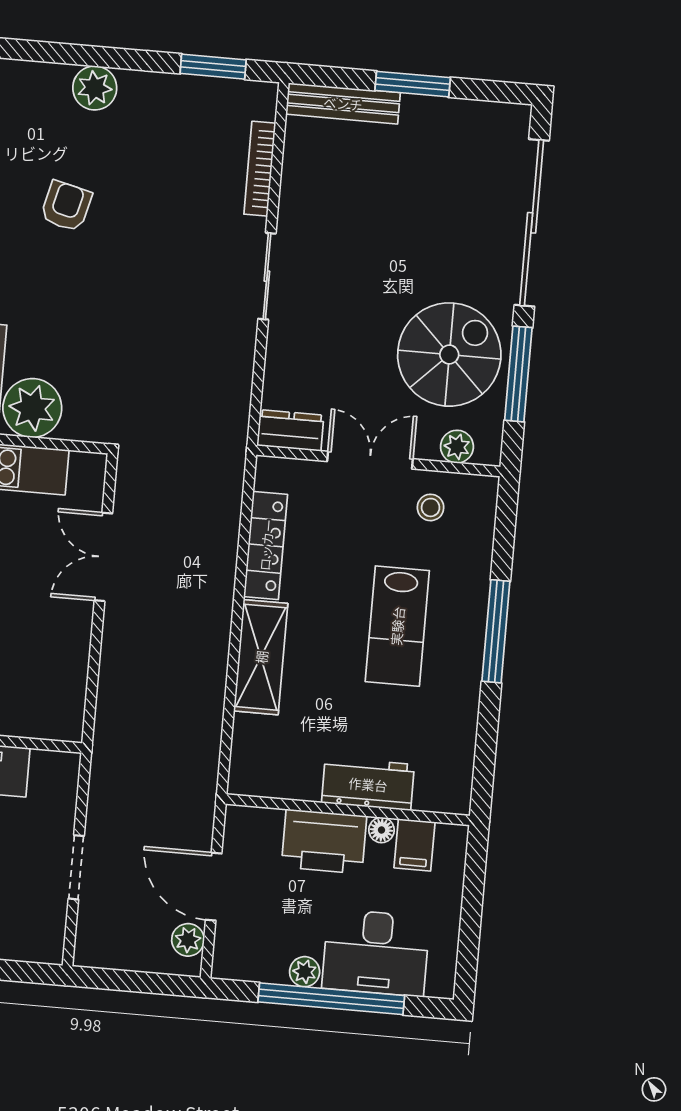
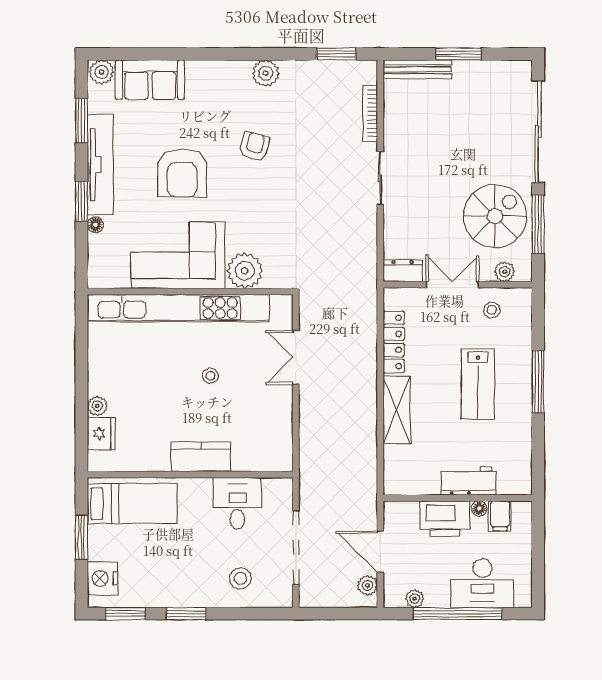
doorway: (76, 867) -> (296, 547), width x1.87
plant: (305, 972) -> (415, 599), moved

